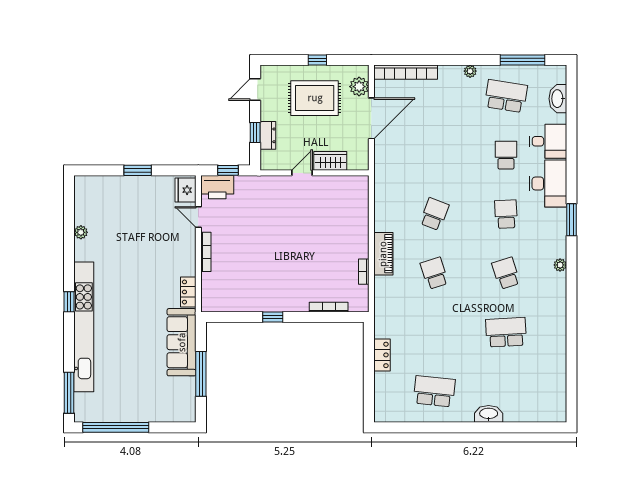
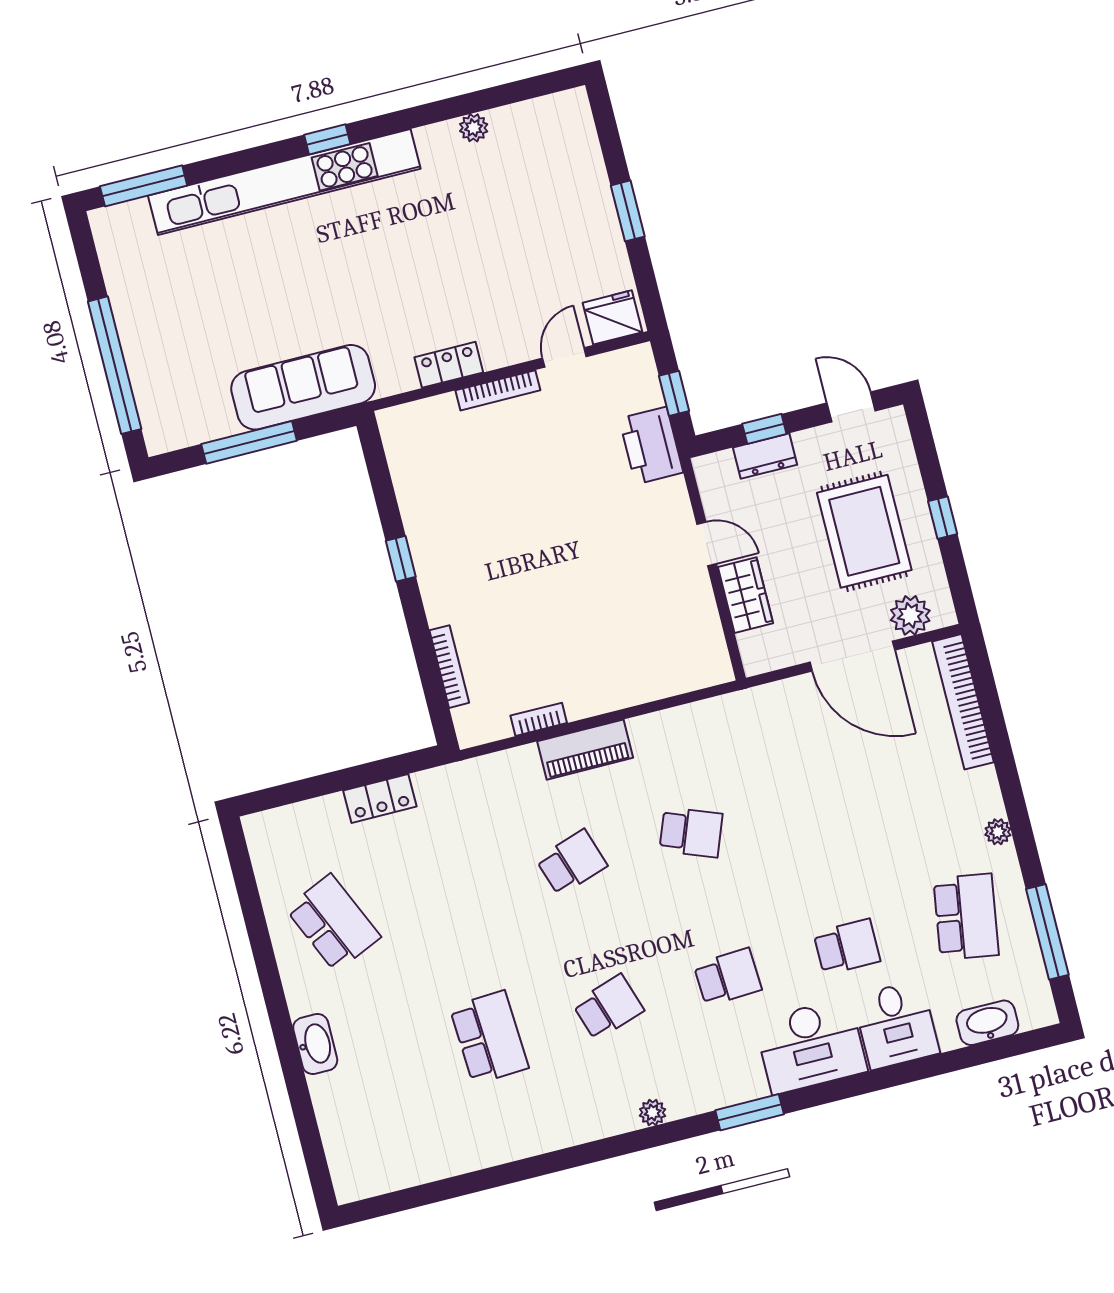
printer: (217, 187) -> (651, 446), moved
locker: (188, 292) -> (449, 365), moved
school desk: (434, 391) -> (333, 923), turned -30
window: (116, 427) -> (115, 365), moved

